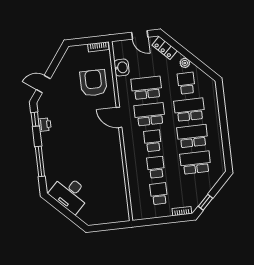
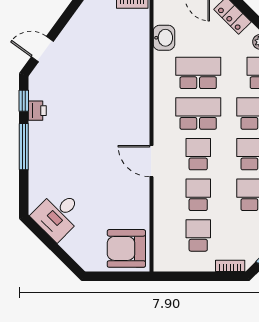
armchair: (94, 83) -> (126, 248), moved, turned -90
door: (119, 117) -> (151, 161), moved
window: (40, 161) -> (24, 147), moved
desk: (70, 194) -> (58, 215), width x0.73

